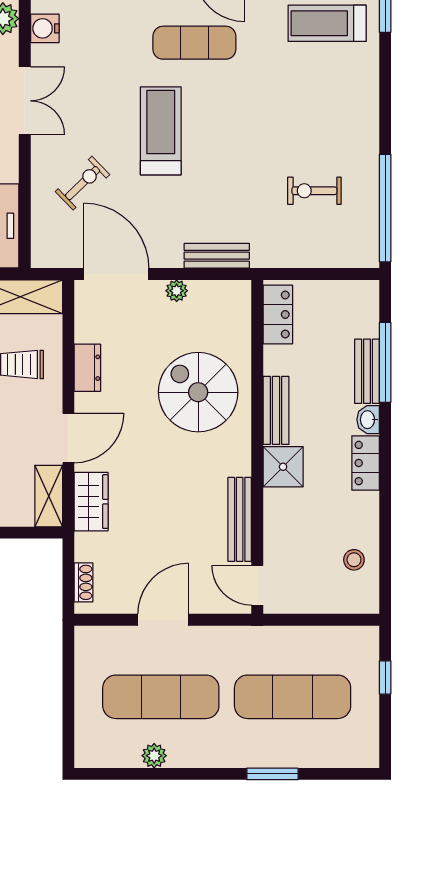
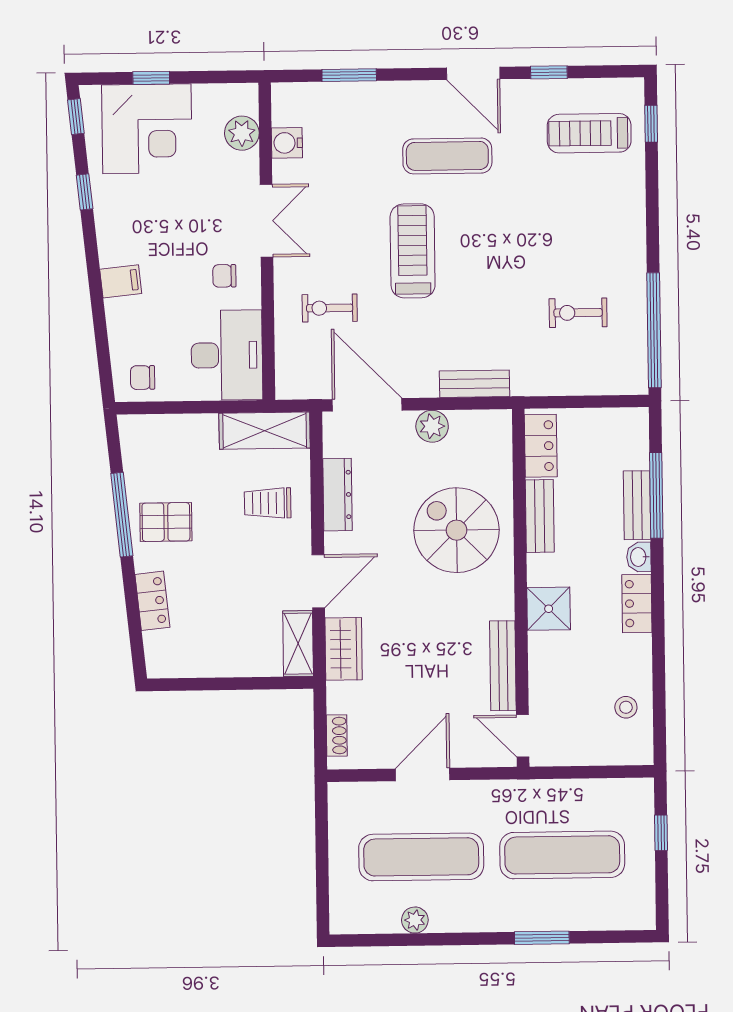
exercise bike: (83, 183) -> (330, 308), turned -136
plant: (177, 291) -> (432, 426), width x1.38, depth x1.38
dresser: (87, 368) -> (337, 495), width x1.44
bench: (276, 410) -> (540, 516), moved

